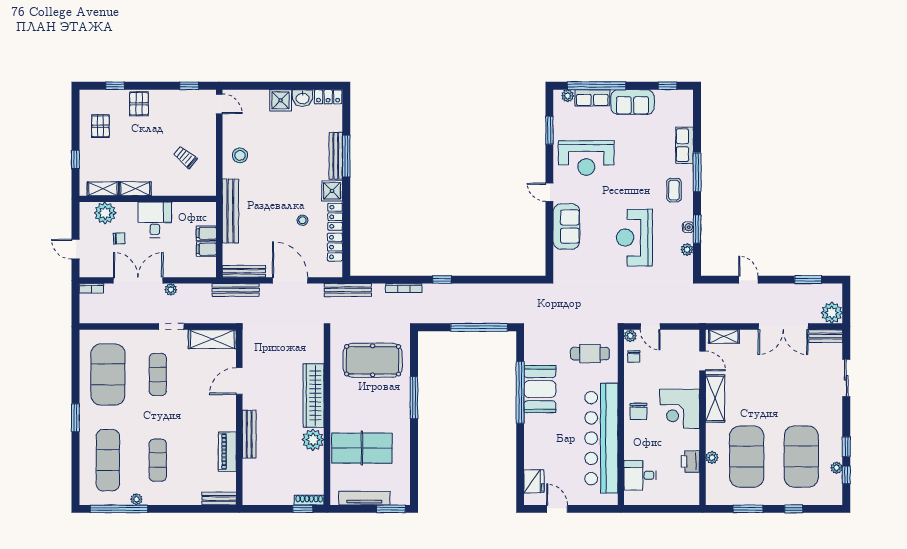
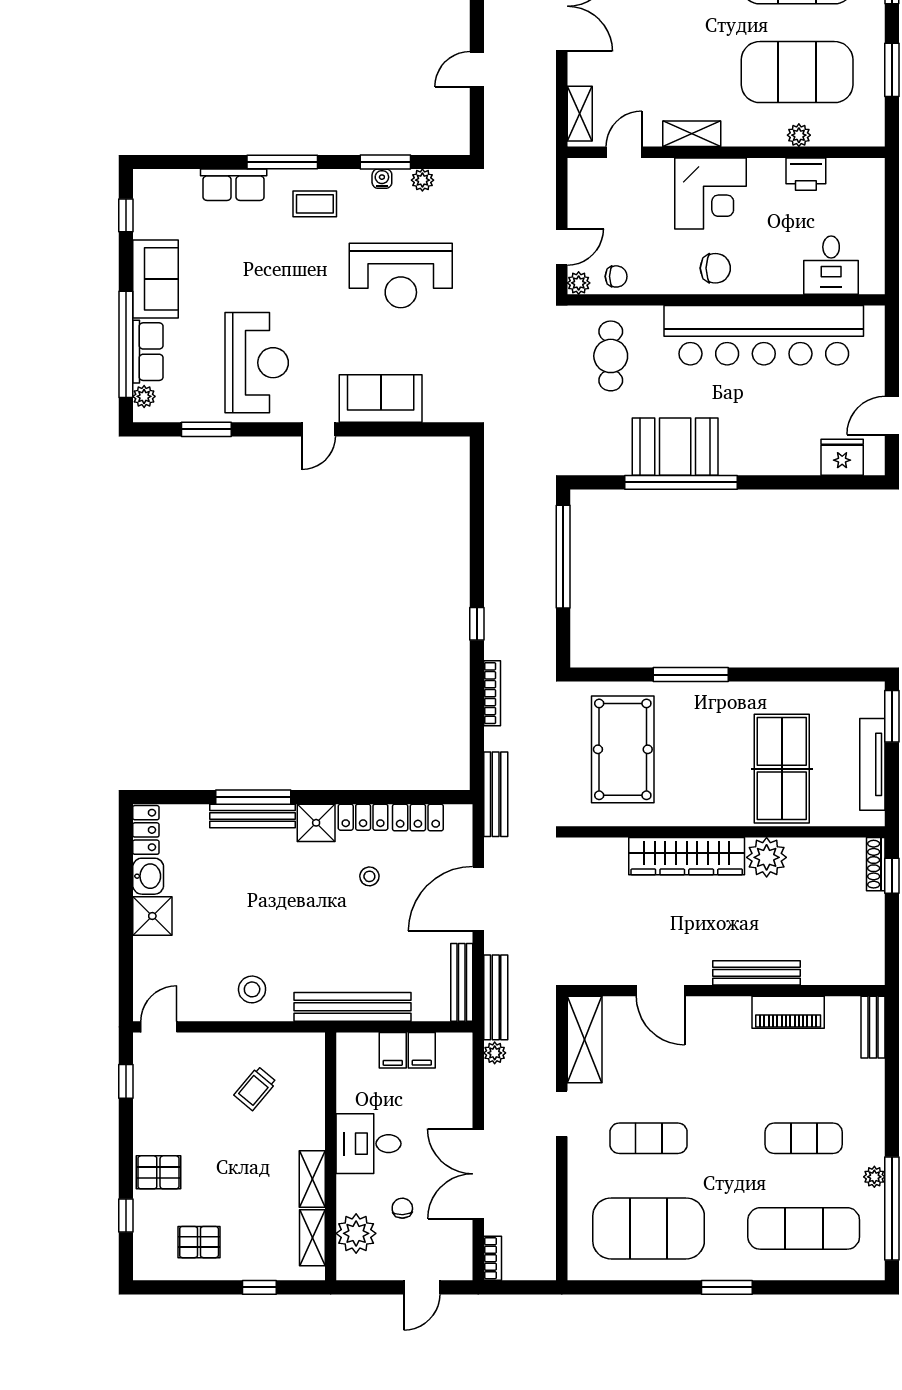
plant: (171, 290) -> (495, 1053), moved
shelving: (715, 398) -> (692, 134), width x0.67, depth x0.75

